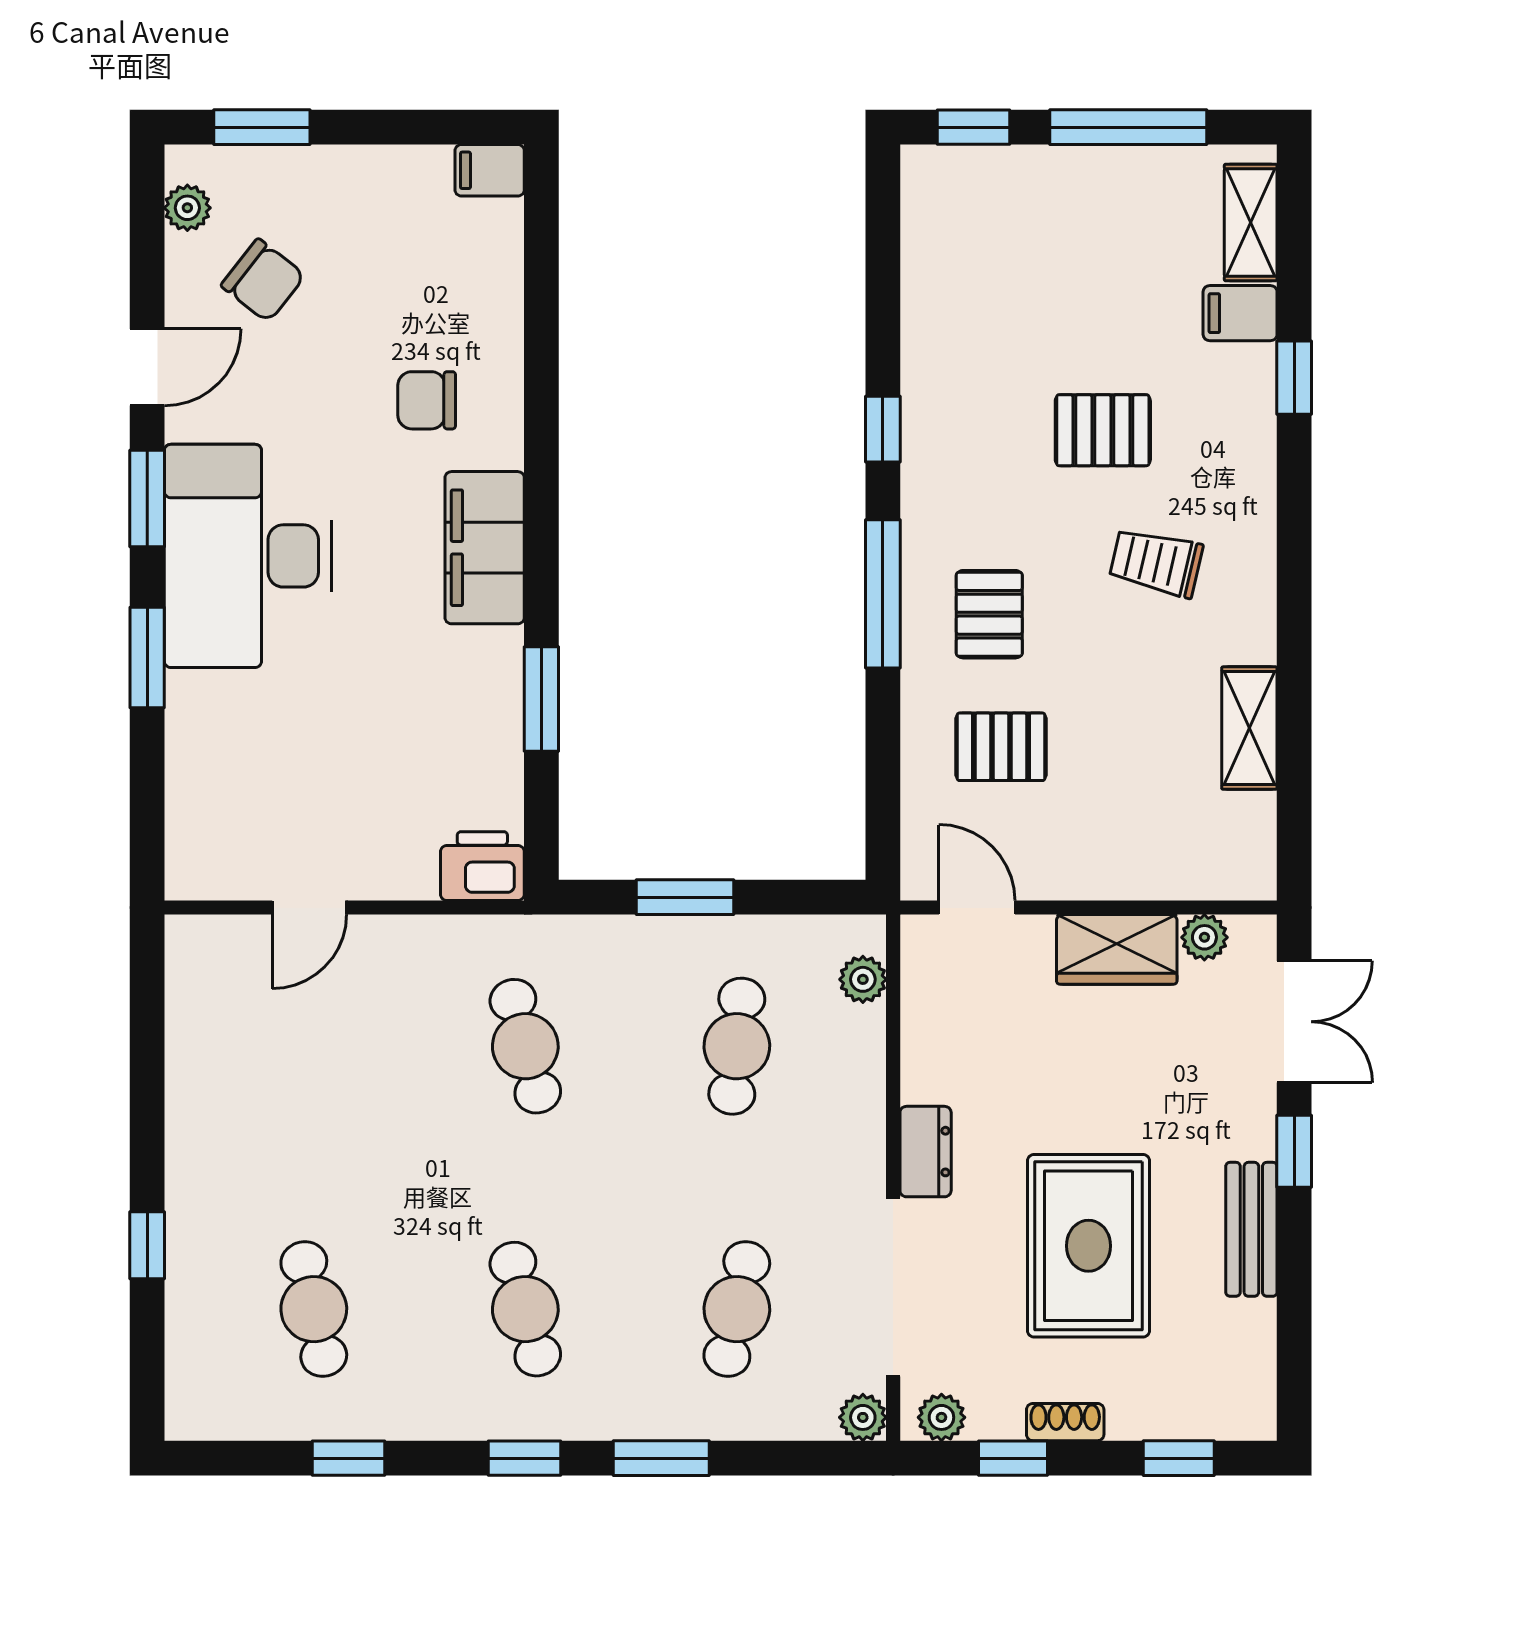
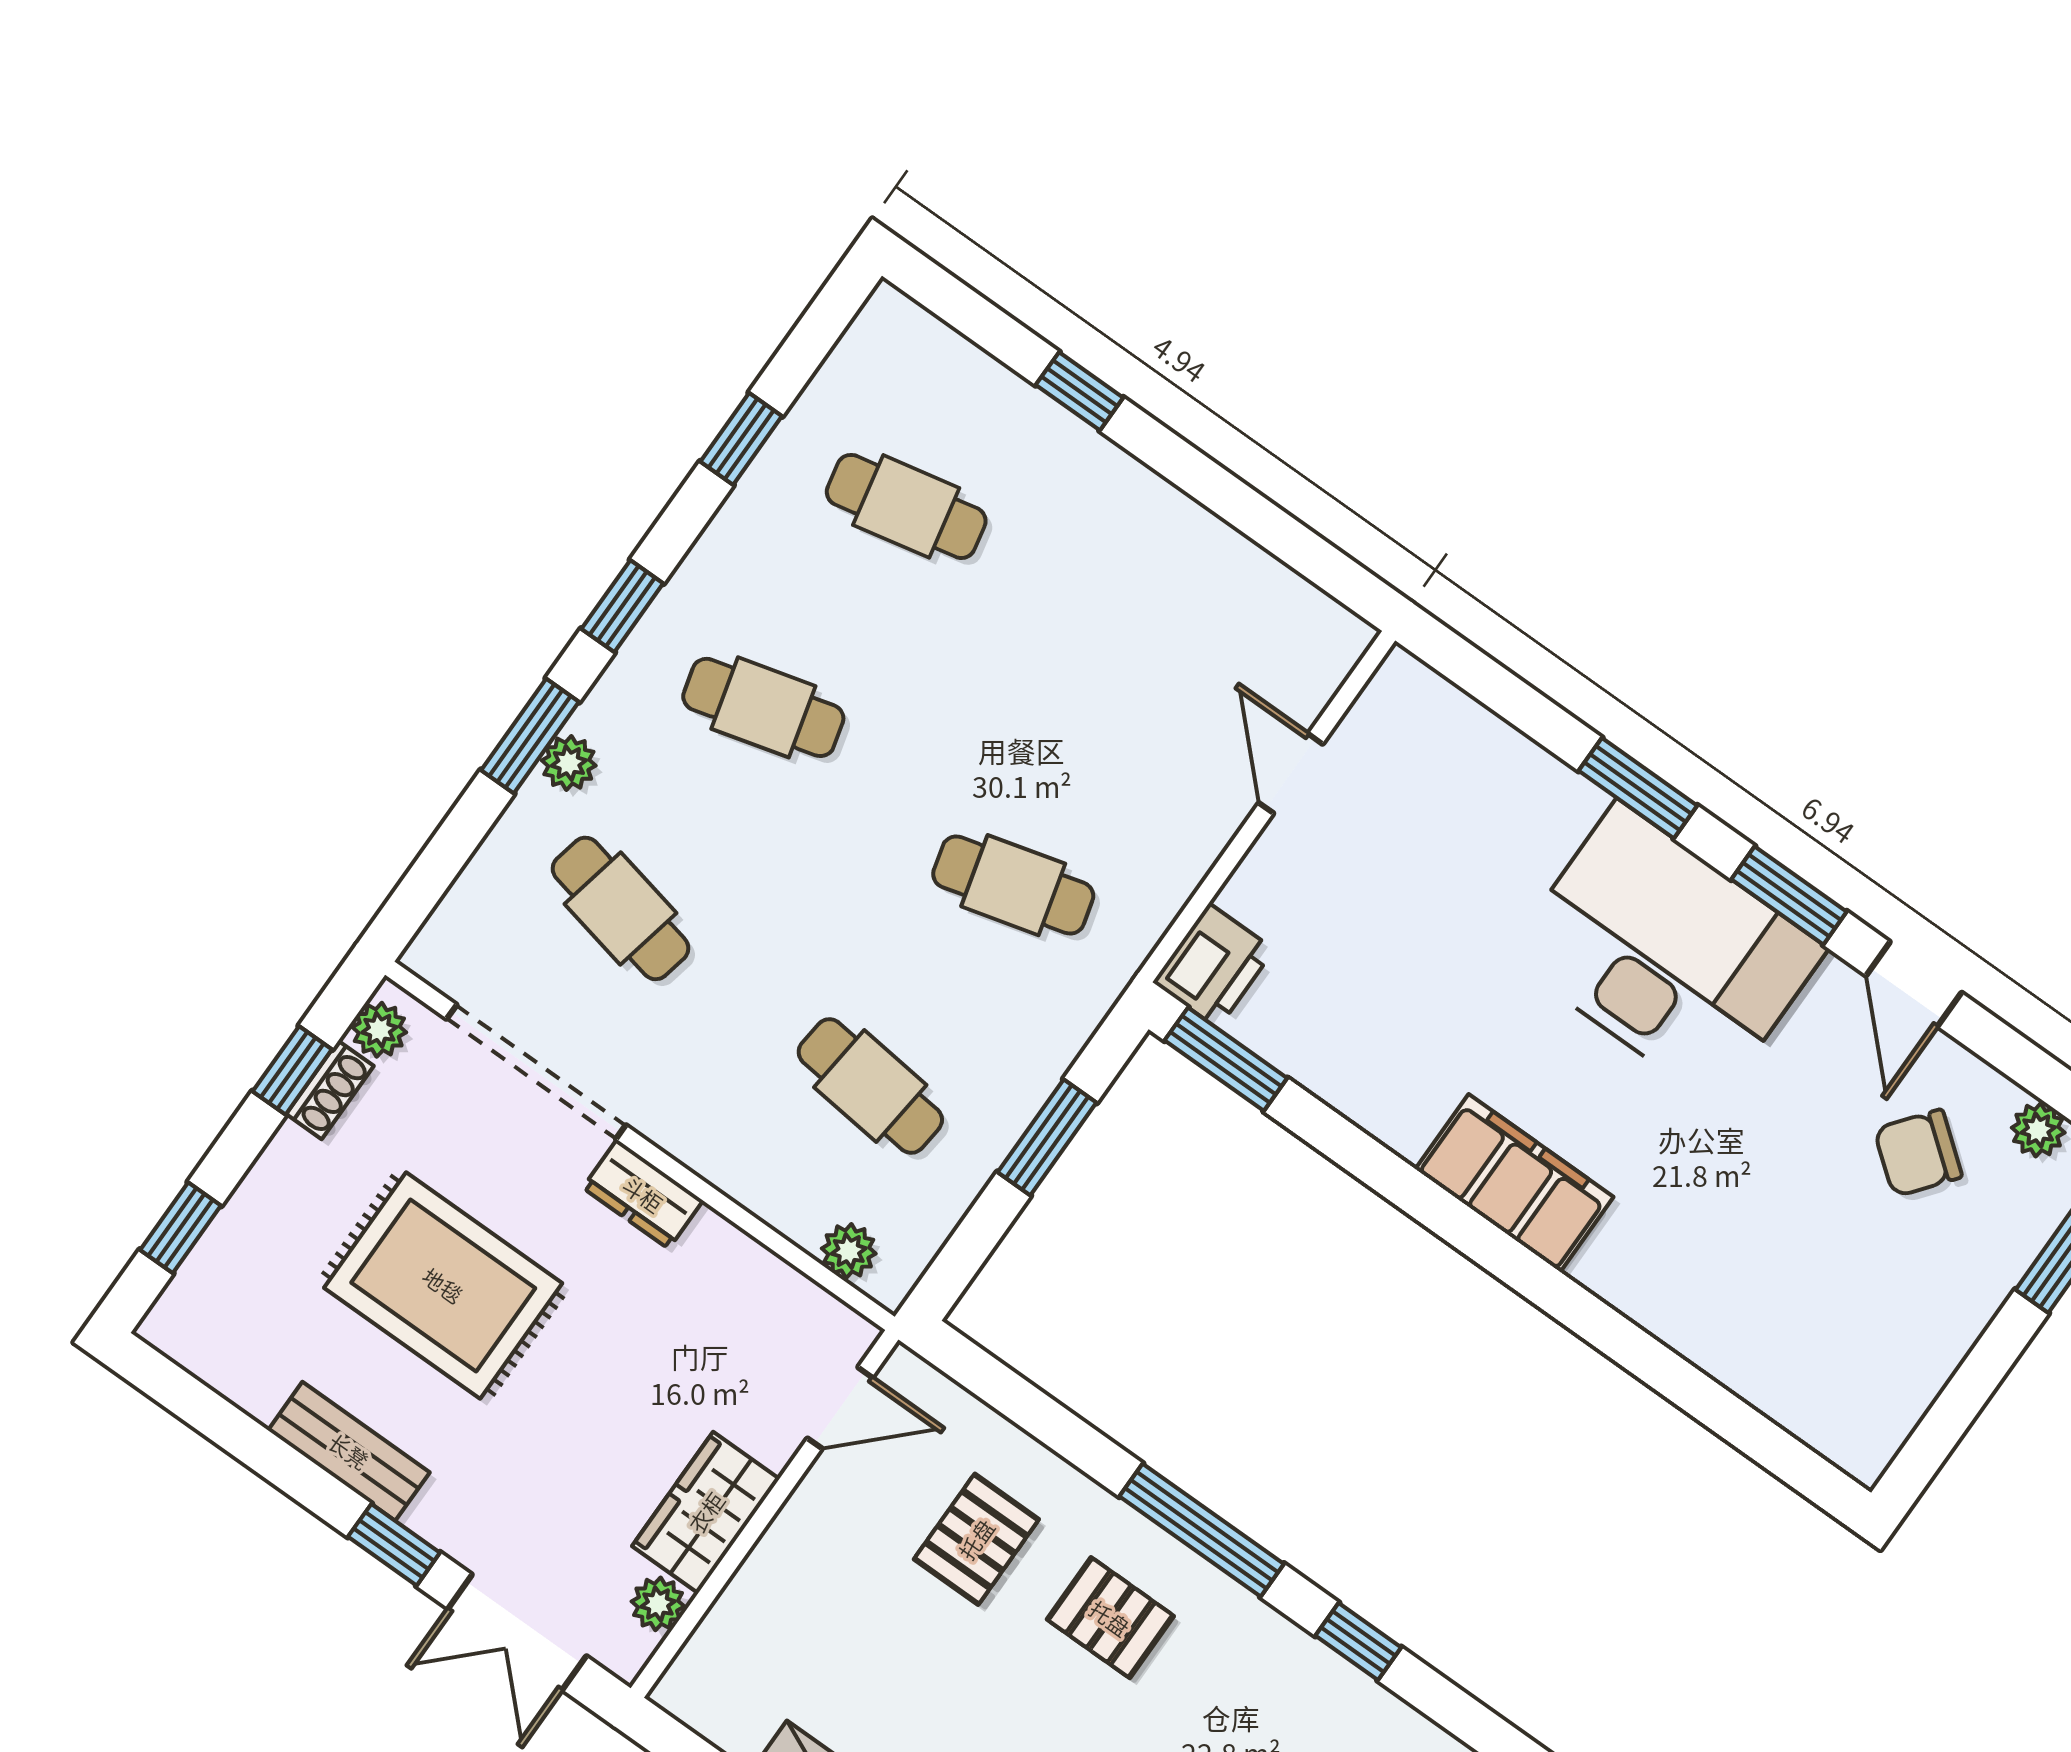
filing cabinet: (490, 170) -> (1870, 1443), removed
chair: (427, 400) -> (1694, 1228), removed
window: (541, 699) -> (1226, 1059), moved
plant: (863, 1417) -> (569, 763), moved
shoe rack: (1065, 1422) -> (330, 1090), moved

